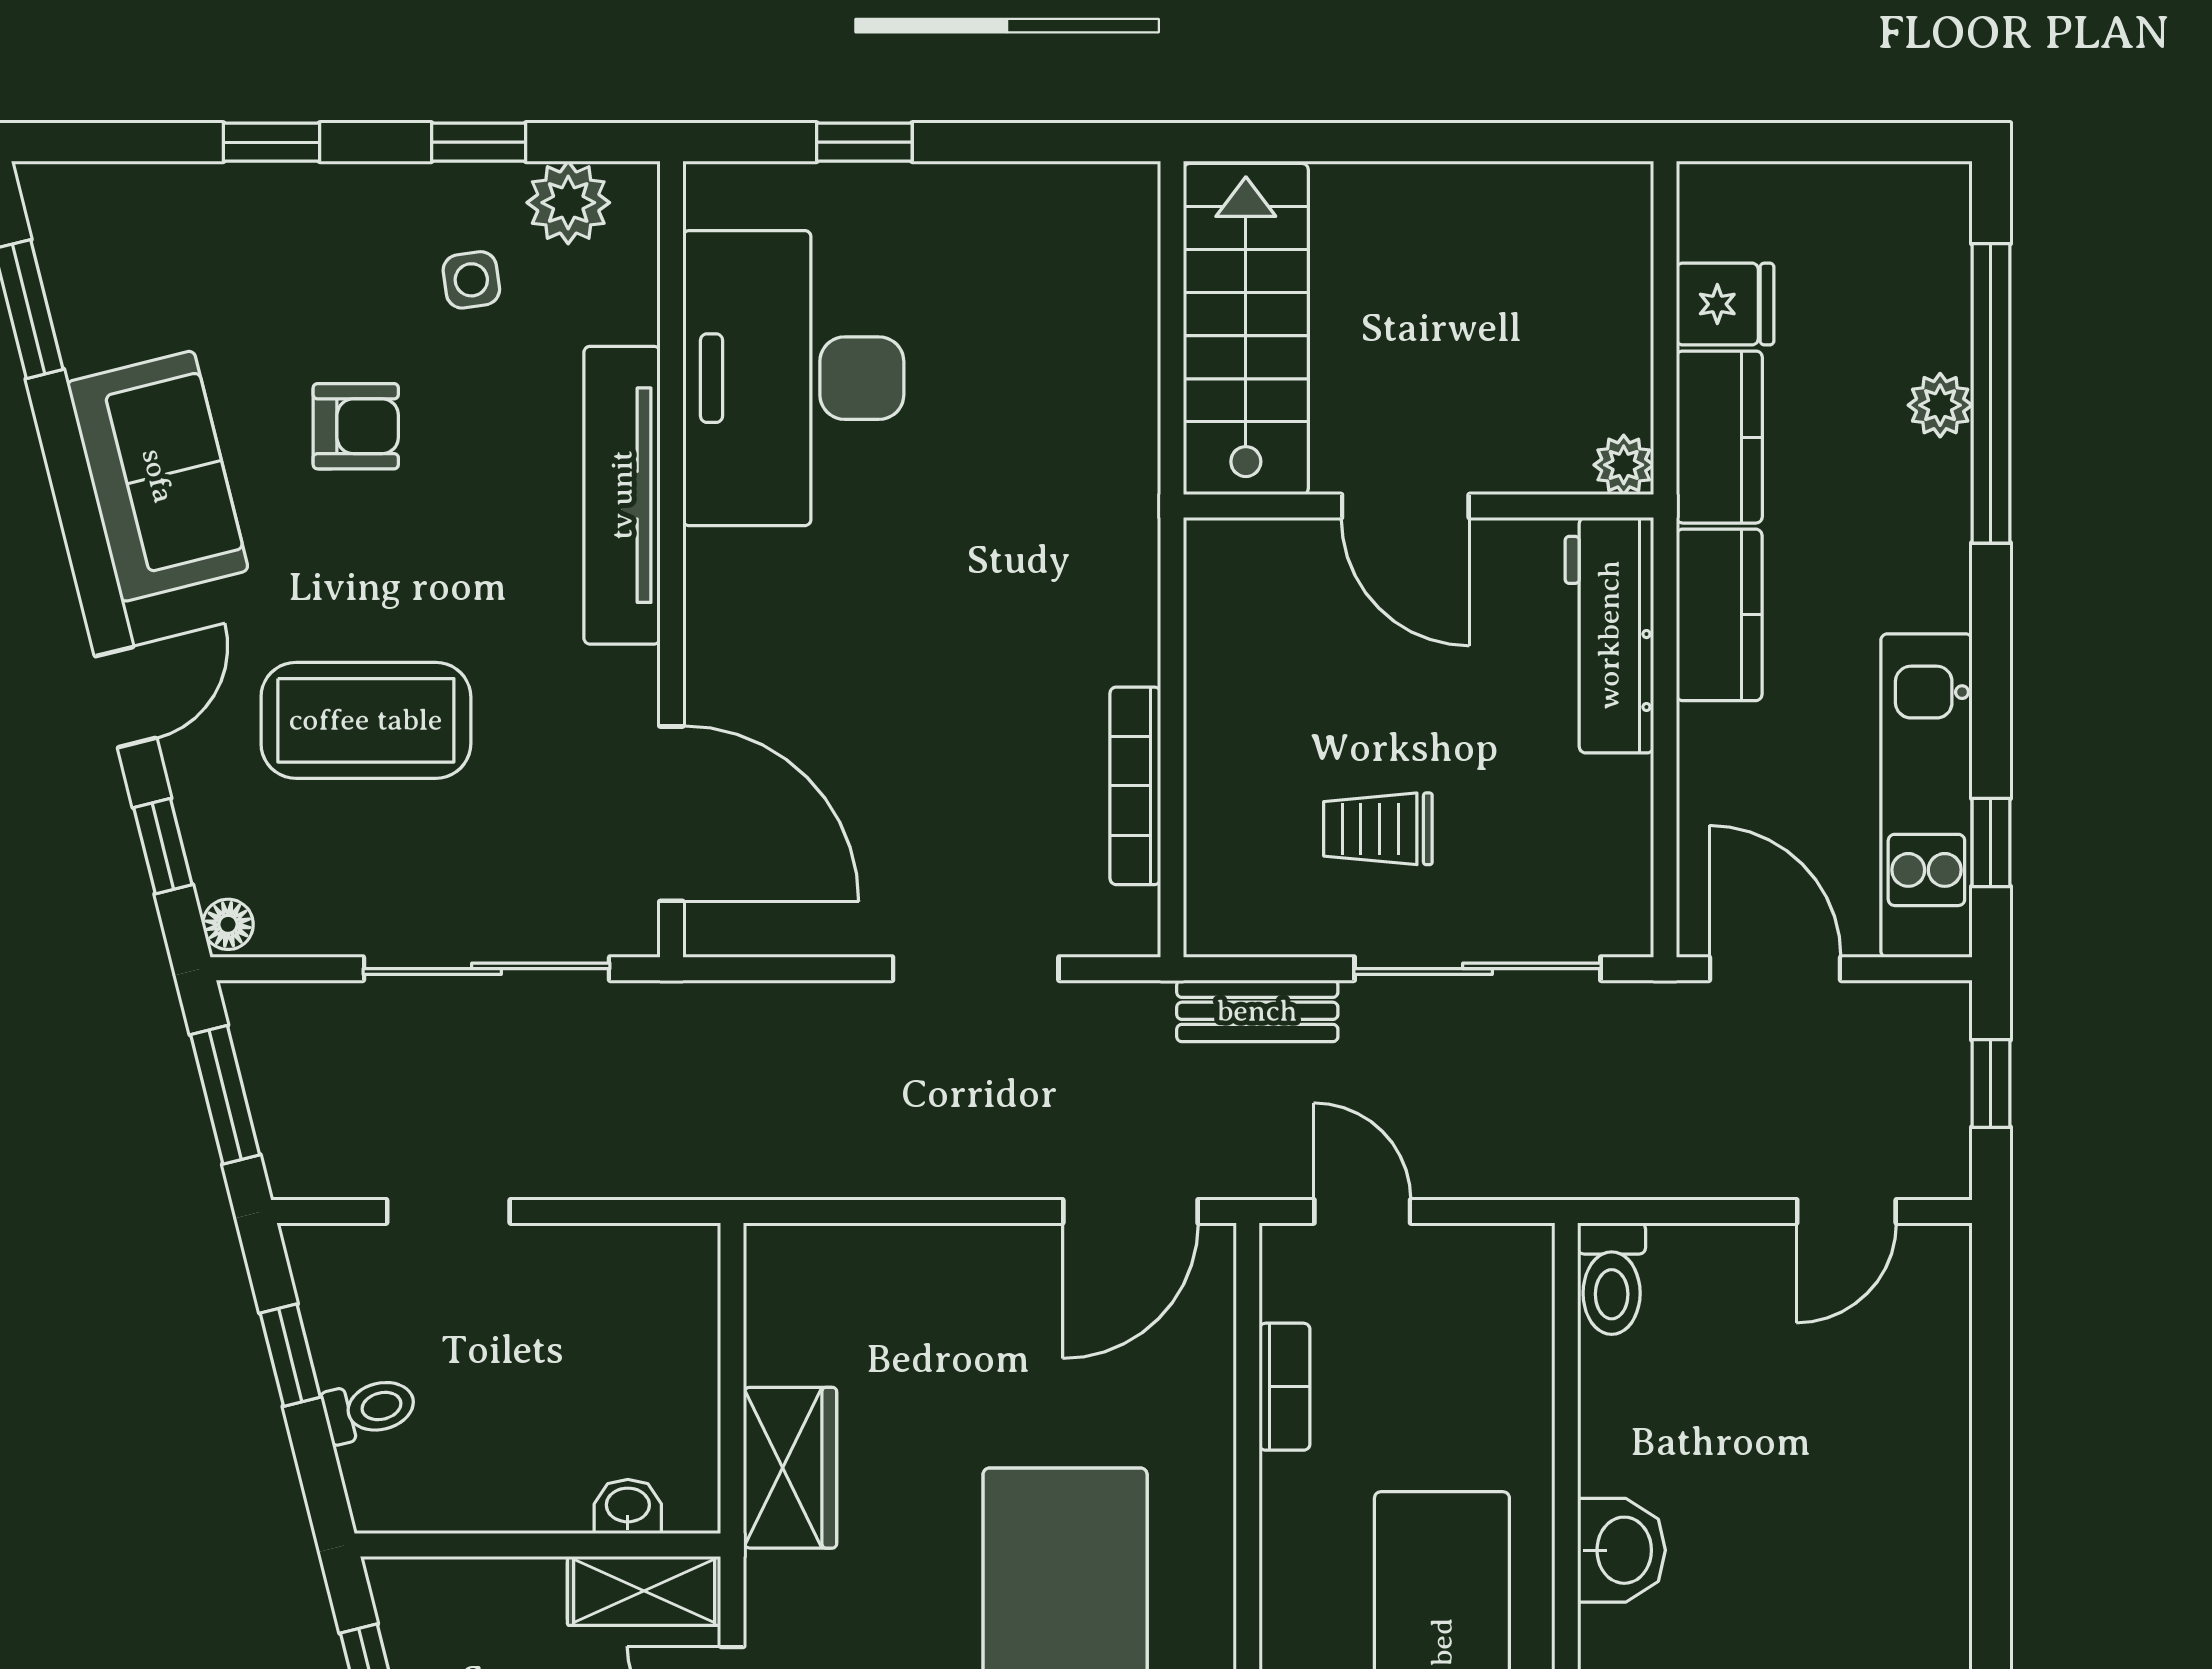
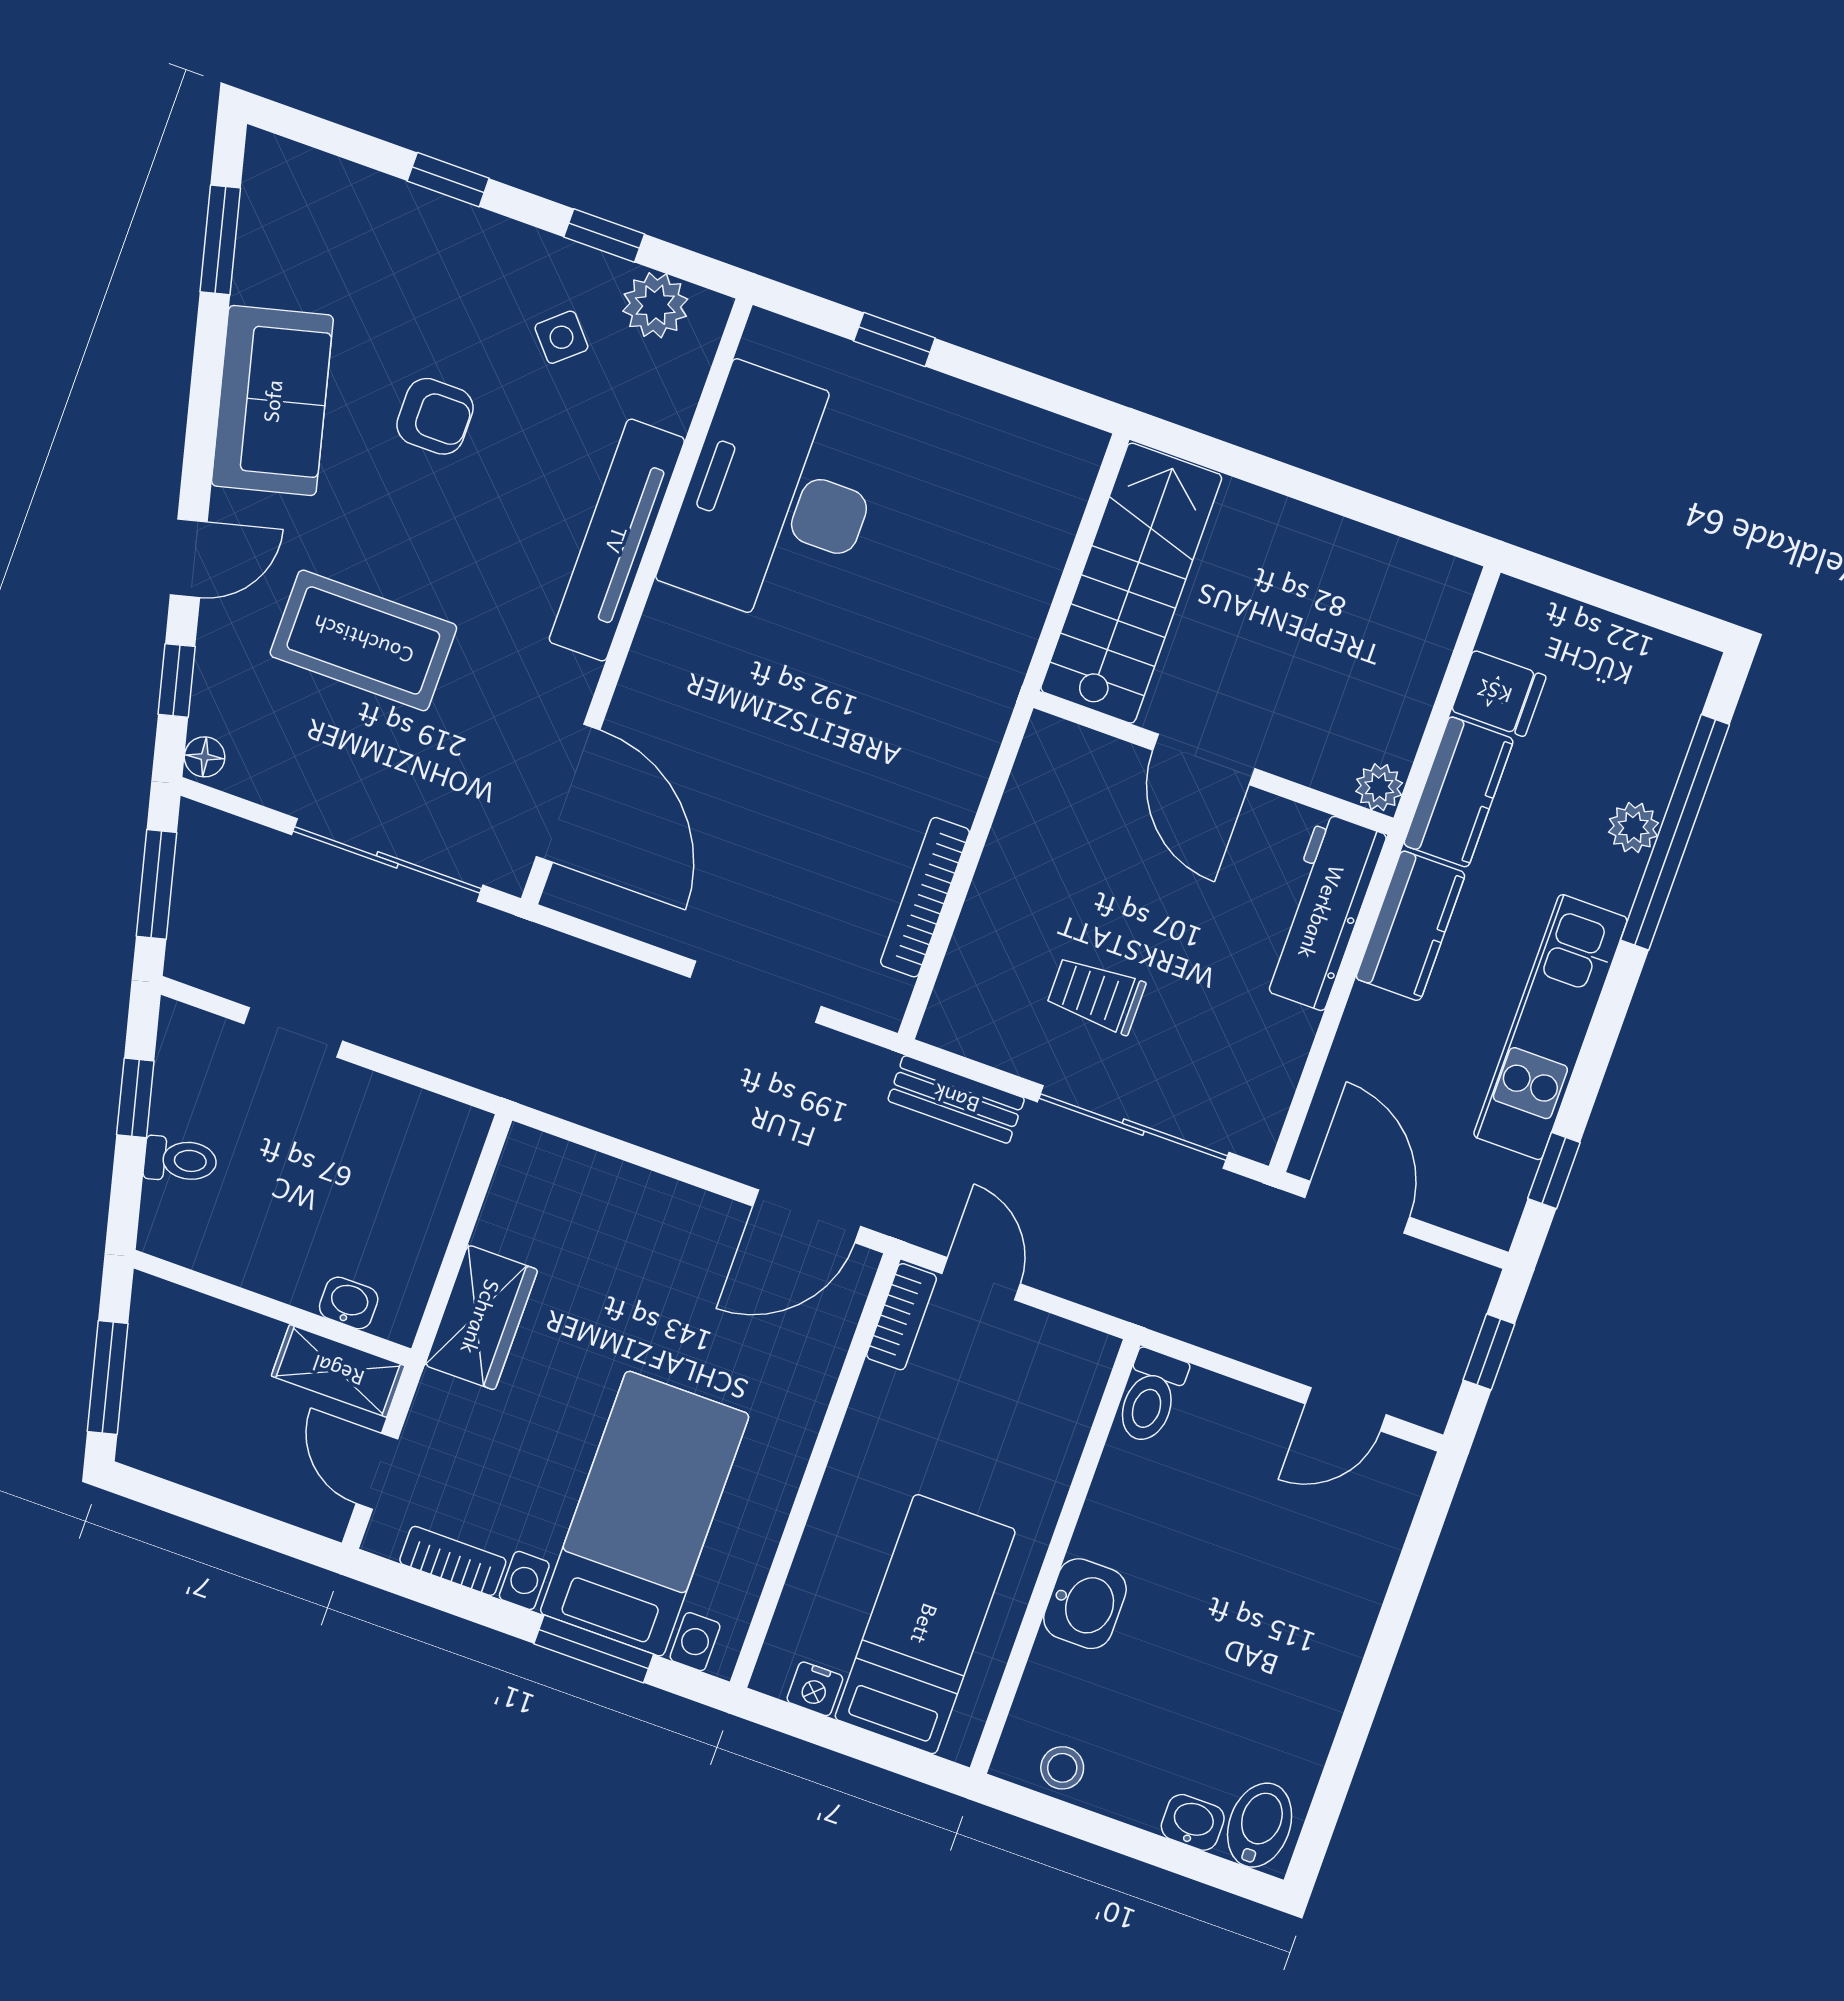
side table: (471, 280) -> (561, 337), turned -33
kitchen unit: (1926, 796) -> (1550, 1027), moved
bookcase: (1285, 1387) -> (902, 1317), moved

